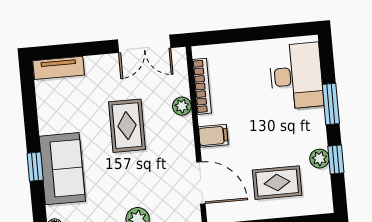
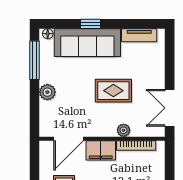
tv unit: (59, 68) -> (139, 35), moved, turned -90
filing cabinet: (213, 136) -> (101, 150), width x2.00
sofa: (62, 169) -> (87, 43), width x1.36

